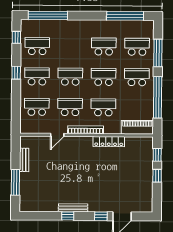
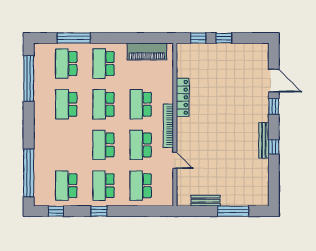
window: (158, 97) -> (128, 38), removed
piano: (137, 127) -> (147, 51), moved, turned -90

